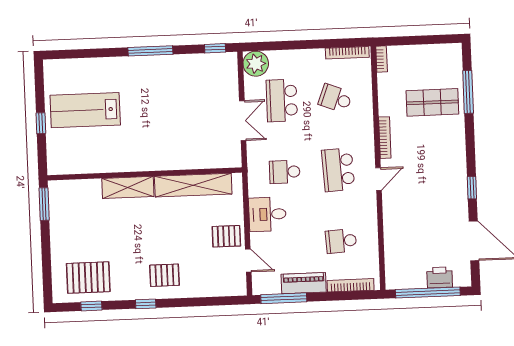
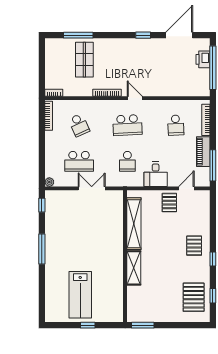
plant: (256, 64) -> (49, 182), width x0.53, depth x0.53
school desk: (335, 98) -> (79, 125), turned -45

